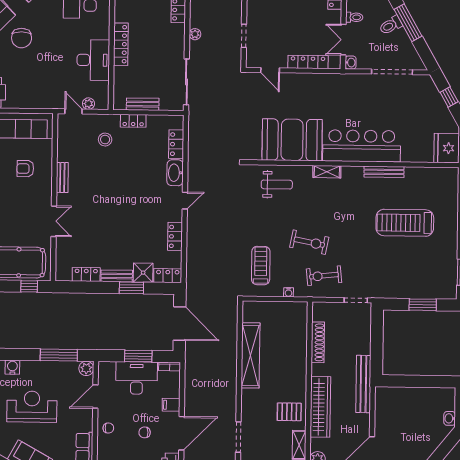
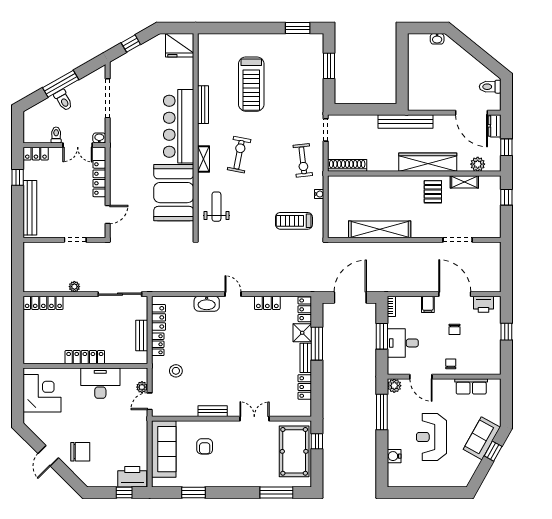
locker: (176, 144) -> (159, 317), moved, turned -90
exercise bike: (309, 242) -> (239, 155), moved
window: (131, 288) -> (317, 344), width x1.44
shoe rack: (318, 342) -> (347, 165), moved
desk: (137, 378) -> (403, 343), width x0.73

